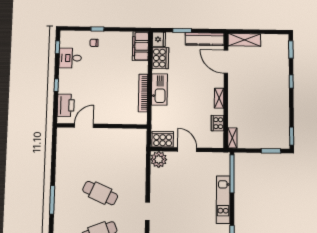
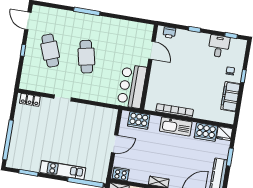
filing cabinet: (140, 46) -> (230, 97), moved, turned -90
printer: (66, 105) -> (169, 33), width x0.53, depth x0.68
cooker: (217, 123) -> (121, 174), moved
cooker: (163, 139) -> (139, 120), moved, turned 90
bar counter: (124, 141) -> (132, 86), added
plant: (159, 159) -> (109, 116), removed
cafe table: (100, 193) -> (86, 57), turned -36

